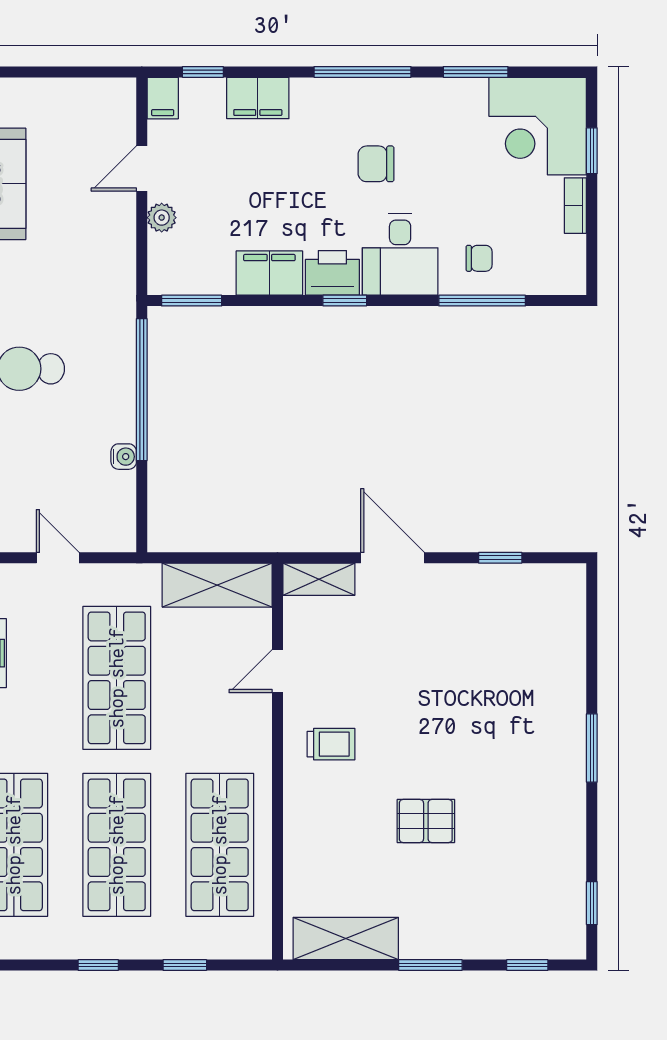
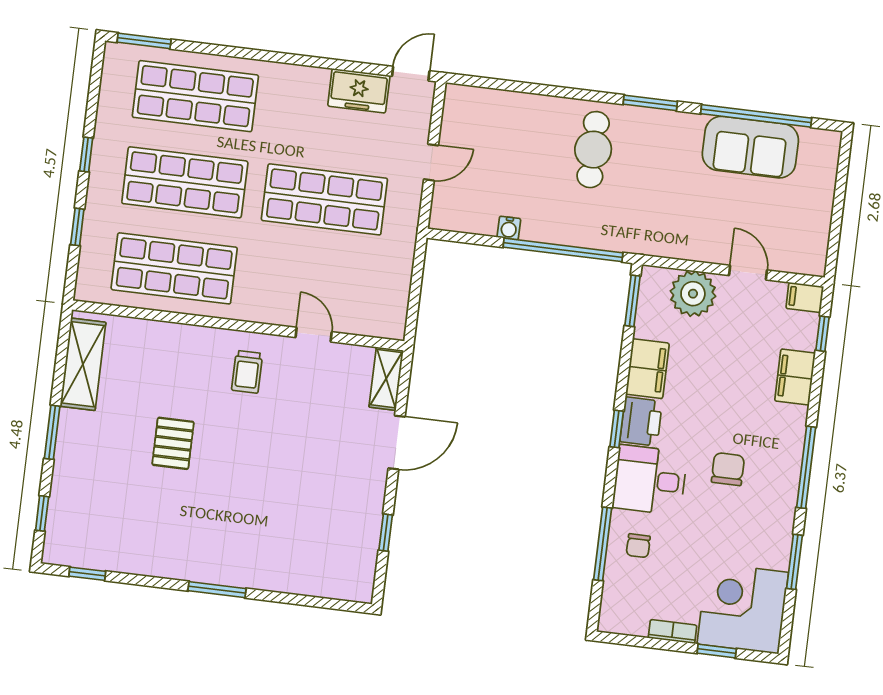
plant: (162, 218) -> (693, 294), width x1.87, depth x1.87
shelving: (217, 585) -> (392, 293), removed

